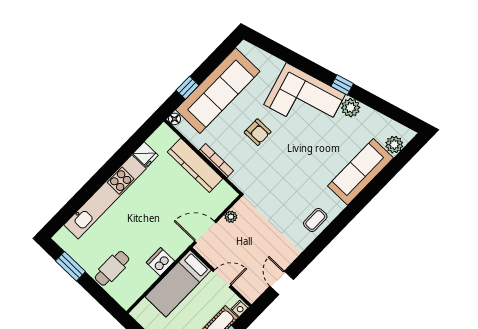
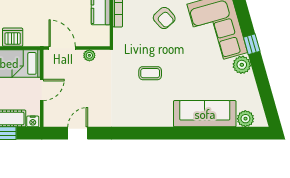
armchair: (258, 132) -> (164, 18), turned -42
coffee table: (315, 220) -> (150, 73), moved
door: (222, 278) -> (42, 90), hinge flipped

